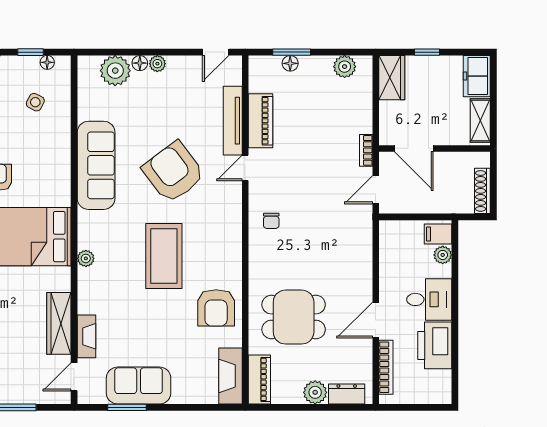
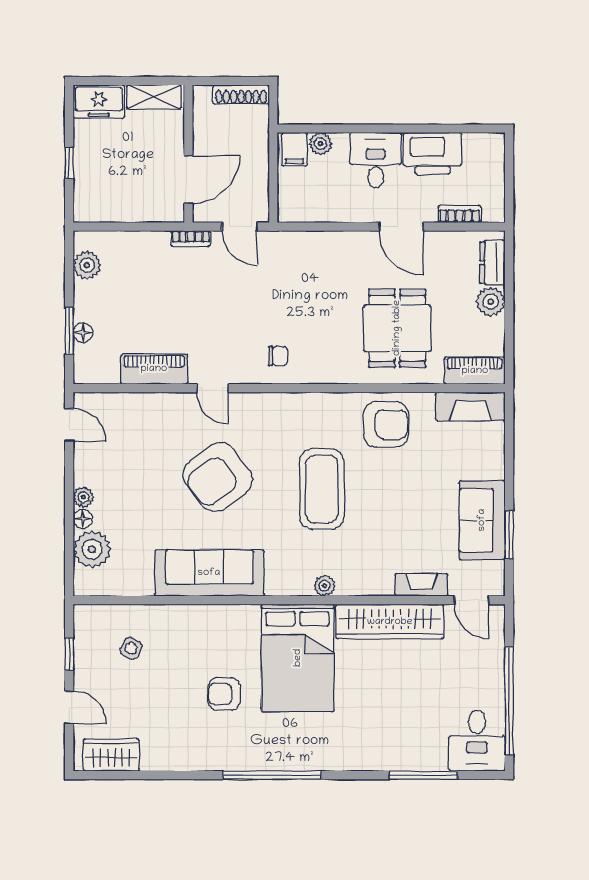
floor lamp: (47, 62) -> (82, 634), removed
wardrobe: (392, 78) -> (101, 207), removed
tv unit: (233, 121) -> (154, 404), removed
coffee table: (164, 256) -> (322, 489), turned 90
wardrobe: (59, 323) -> (390, 622), width x1.40, depth x1.17
bookcase: (386, 367) -> (460, 214), width x0.64

